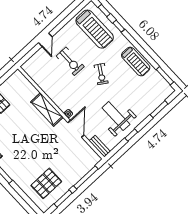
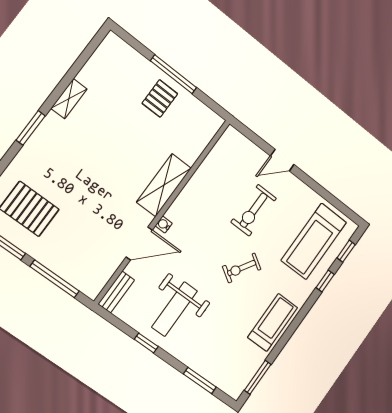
treadmill: (136, 62) -> (273, 322), turned 180
weight bench: (116, 116) -> (175, 309), turned 180

